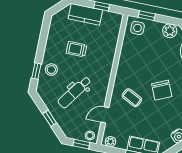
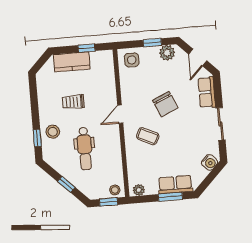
window: (147, 16) -> (152, 43), moved
chair: (162, 90) -> (165, 104), moved
dental chair: (74, 92) -> (85, 149), turned -35
door: (105, 115) -> (120, 114), moved

